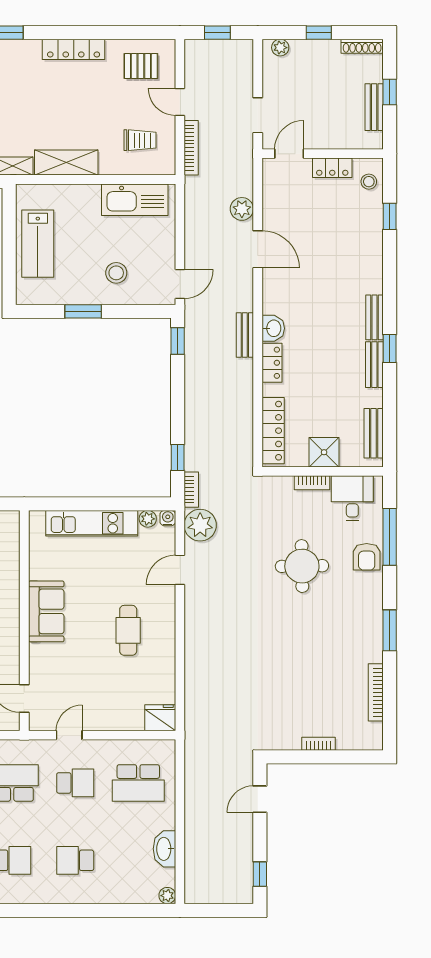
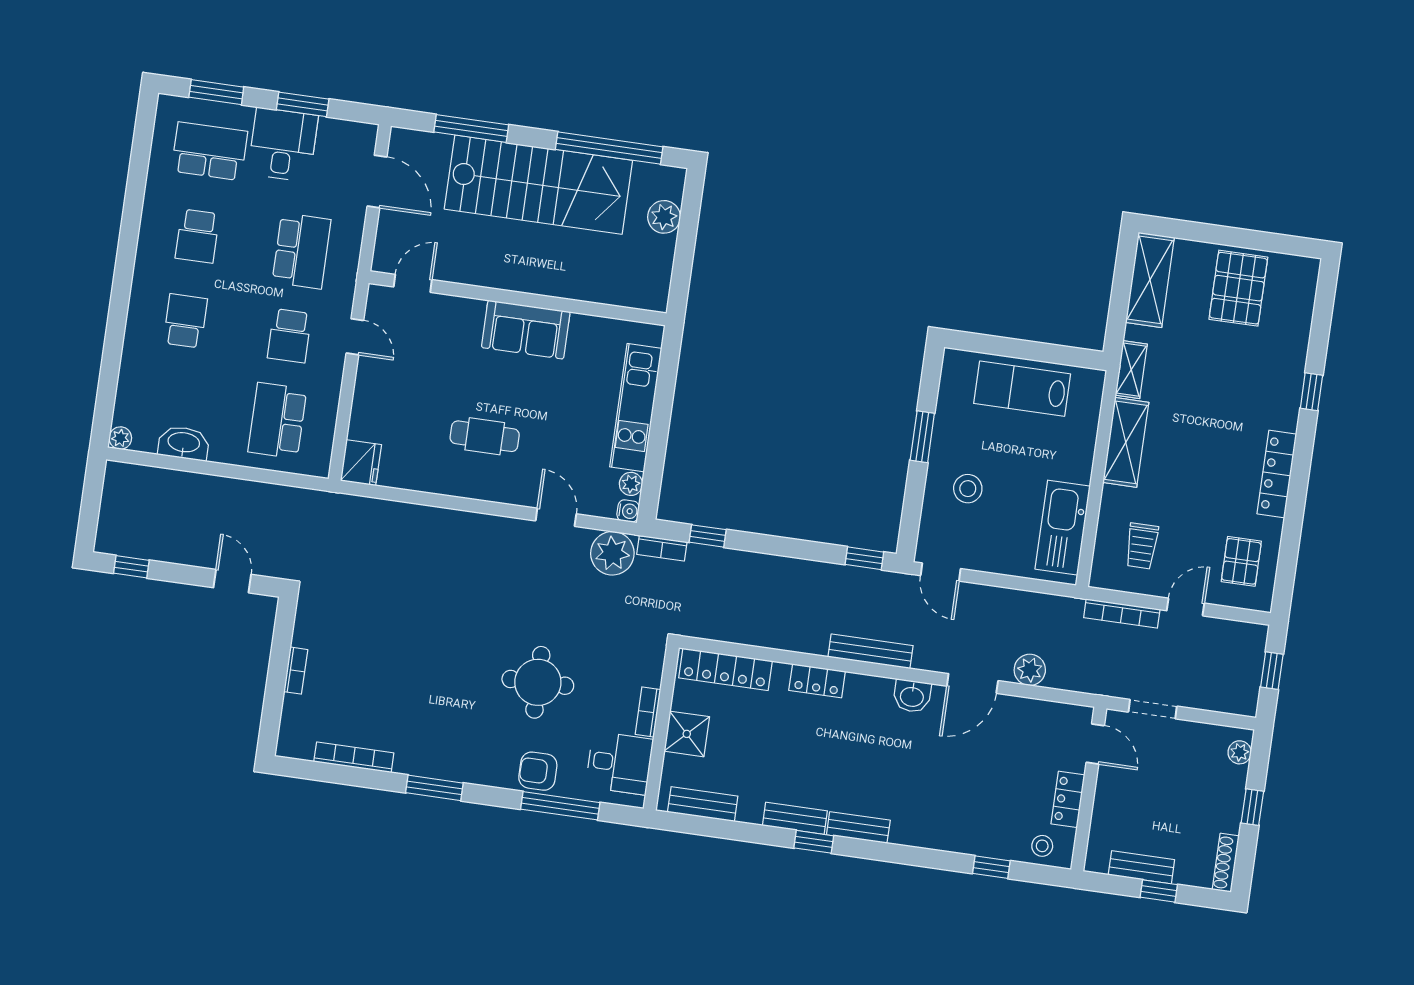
washbasin: (273, 328) -> (912, 696), moved
bench: (245, 335) -> (870, 651), width x1.36

